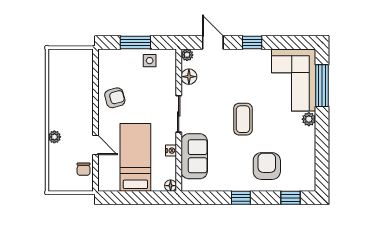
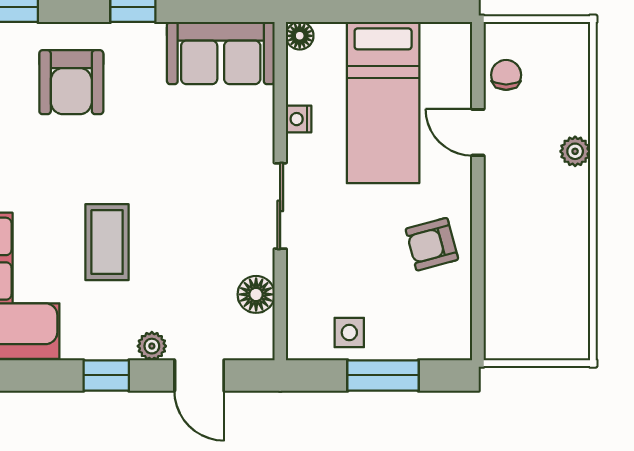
plant: (187, 55) -> (152, 346), moved
coffee table: (243, 119) -> (107, 242), moved
sofa: (194, 156) -> (221, 53), moved, turned -90

